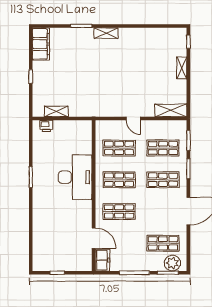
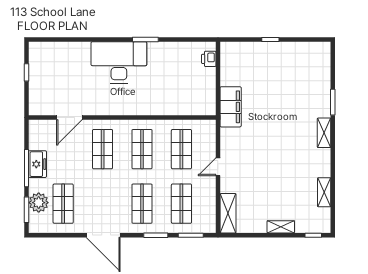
filing cabinet: (41, 44) -> (231, 107), moved, turned -90
shelving: (56, 111) -> (324, 192), moved
desk: (75, 177) -> (119, 62), moved, turned 180
freezer: (102, 260) -> (37, 164), moved, turned -90
plant: (172, 263) -> (39, 203), moved

